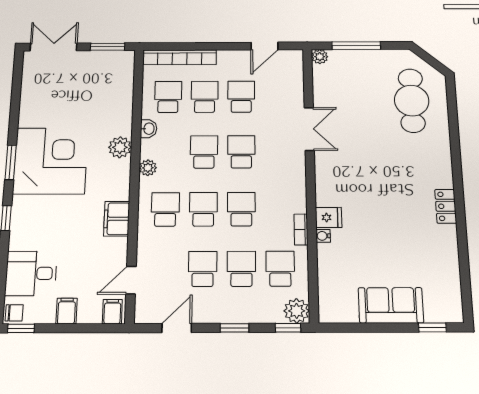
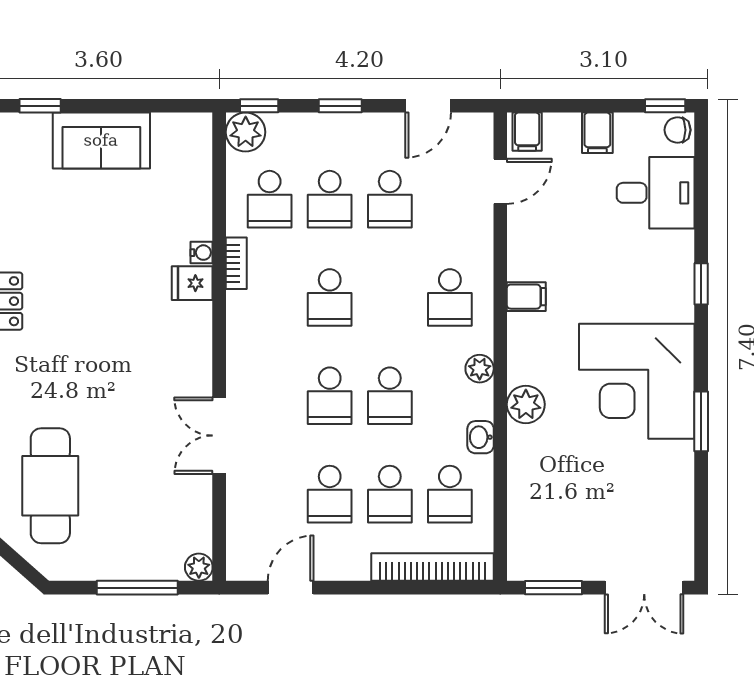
window: (11, 162) -> (701, 421), moved
school desk: (203, 209) -> (390, 297), removed
filing cabinet: (117, 219) -> (526, 297), width x0.50

